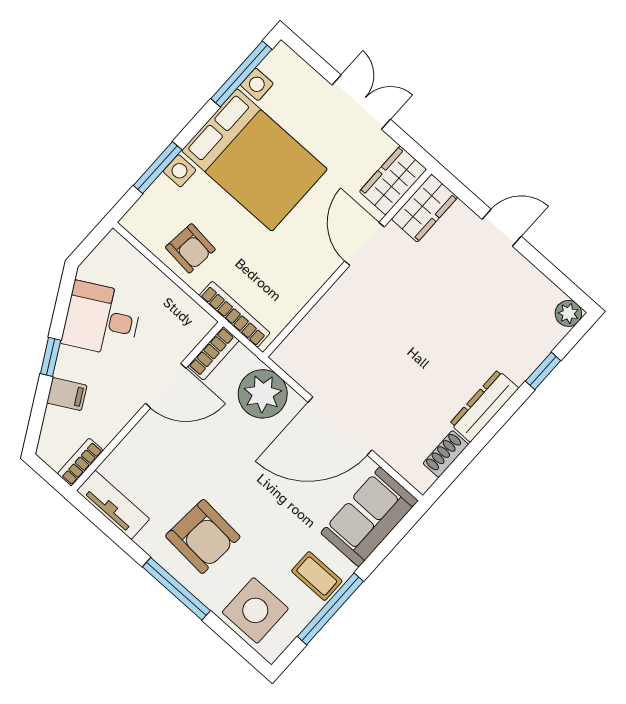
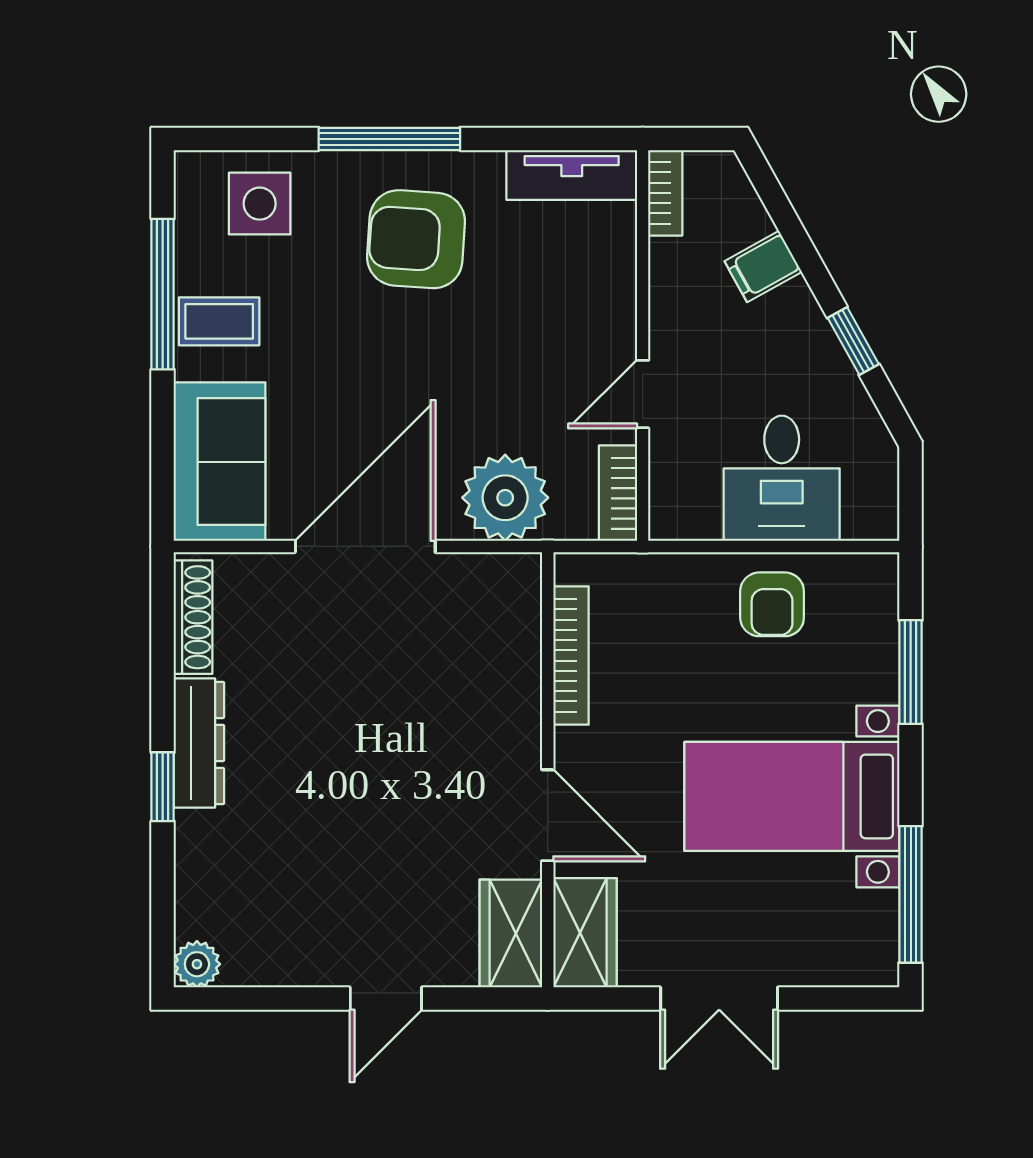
bed with nightstands: (254, 160) -> (792, 796), width x0.73
armchair: (190, 248) -> (772, 604), turned -96
bookcase: (235, 314) -> (571, 655), moved, turned -90
desk: (102, 319) -> (782, 478), moved, turned 119
window: (51, 357) -> (853, 341), moved
window: (543, 371) -> (163, 787), moved
door: (166, 386) -> (643, 394), width x0.73
shoe rack: (446, 454) -> (193, 617), width x1.43
side table: (255, 610) -> (260, 204), width x0.73, depth x0.73

